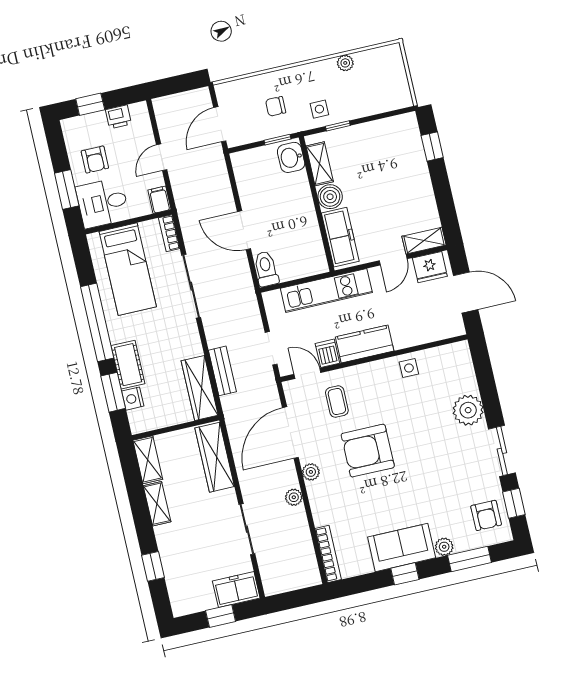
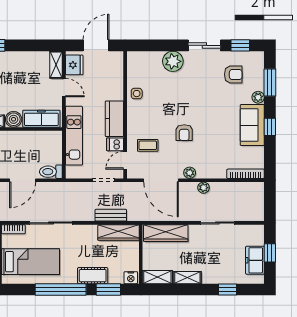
nightstand: (133, 399) -> (131, 278), moved
armchair: (368, 451) -> (184, 133), width x0.53, depth x0.53
armchair: (486, 515) -> (233, 74), moved
freezer: (236, 590) -> (255, 260), moved

